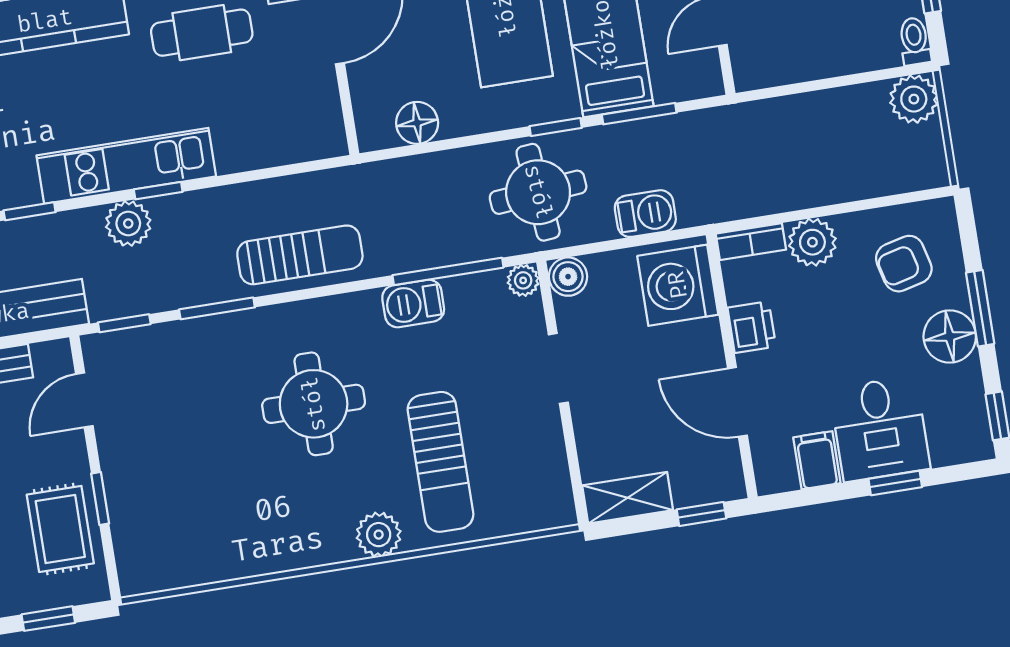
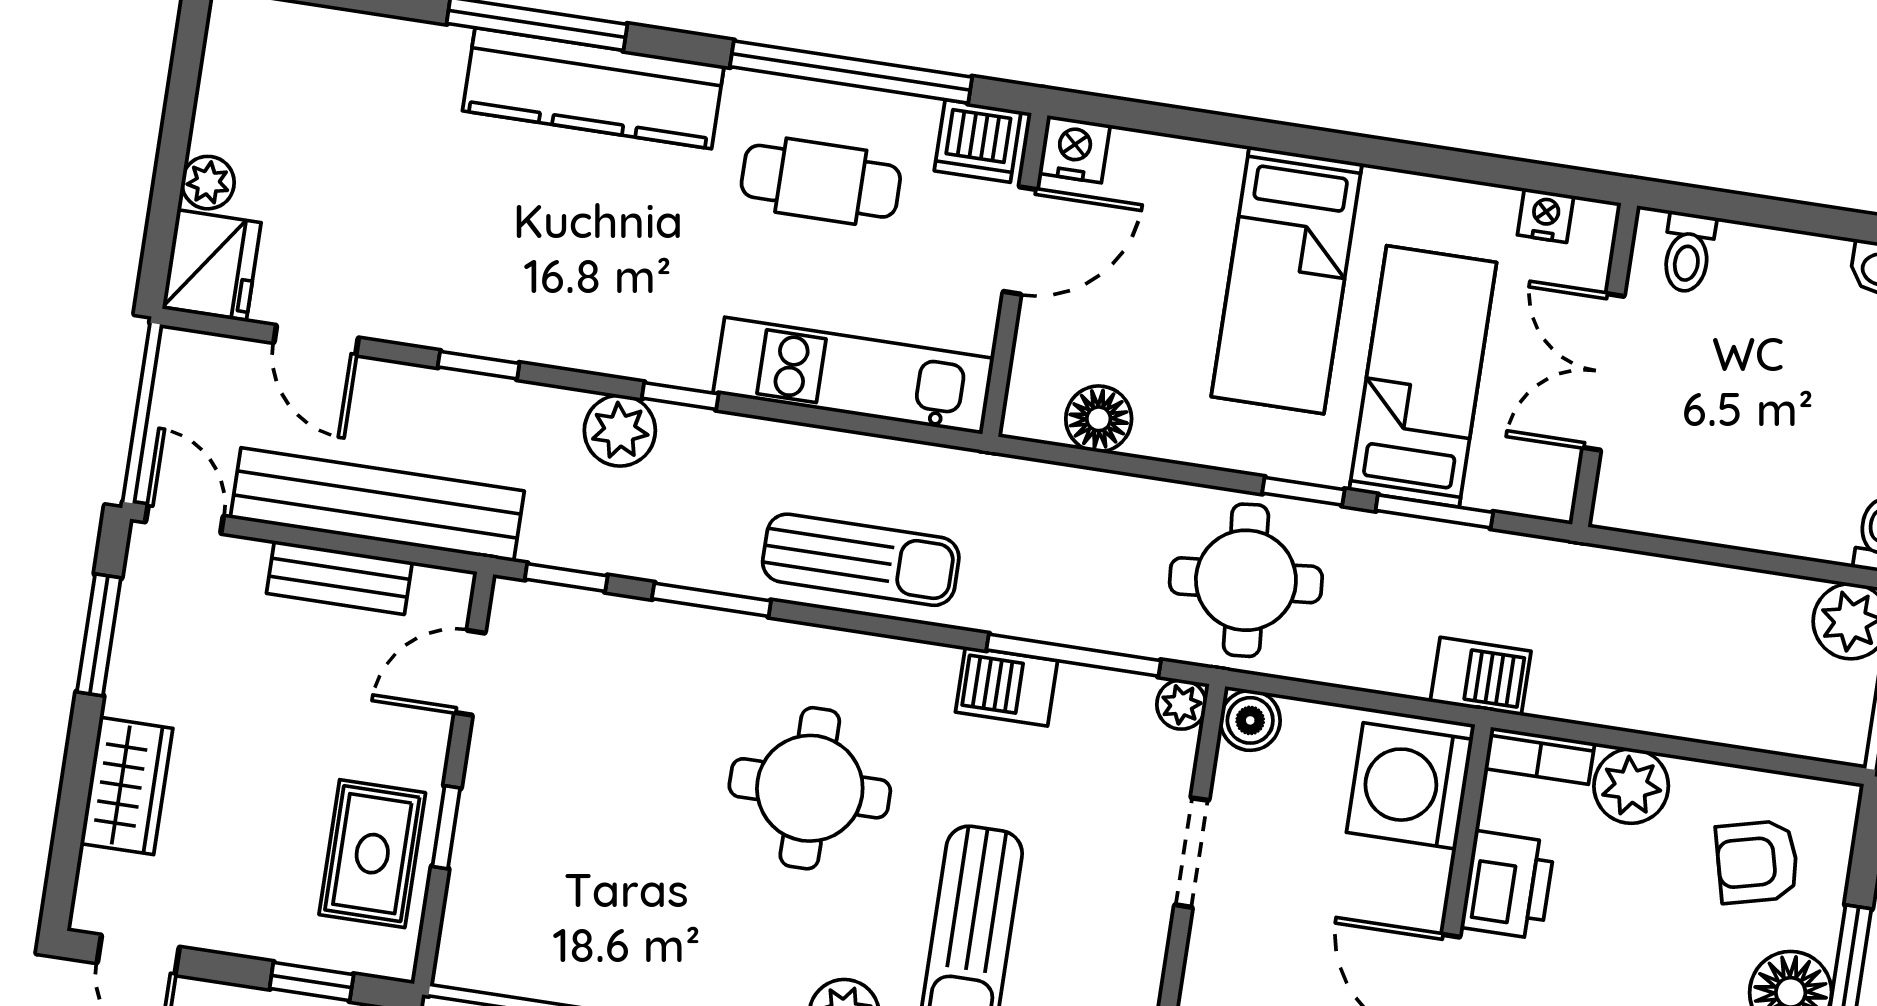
kitchen unit: (126, 166) -> (854, 376), moved
barbecue: (645, 214) -> (1481, 676), moved
printer: (752, 327) -> (1508, 885), width x1.36, depth x1.24

